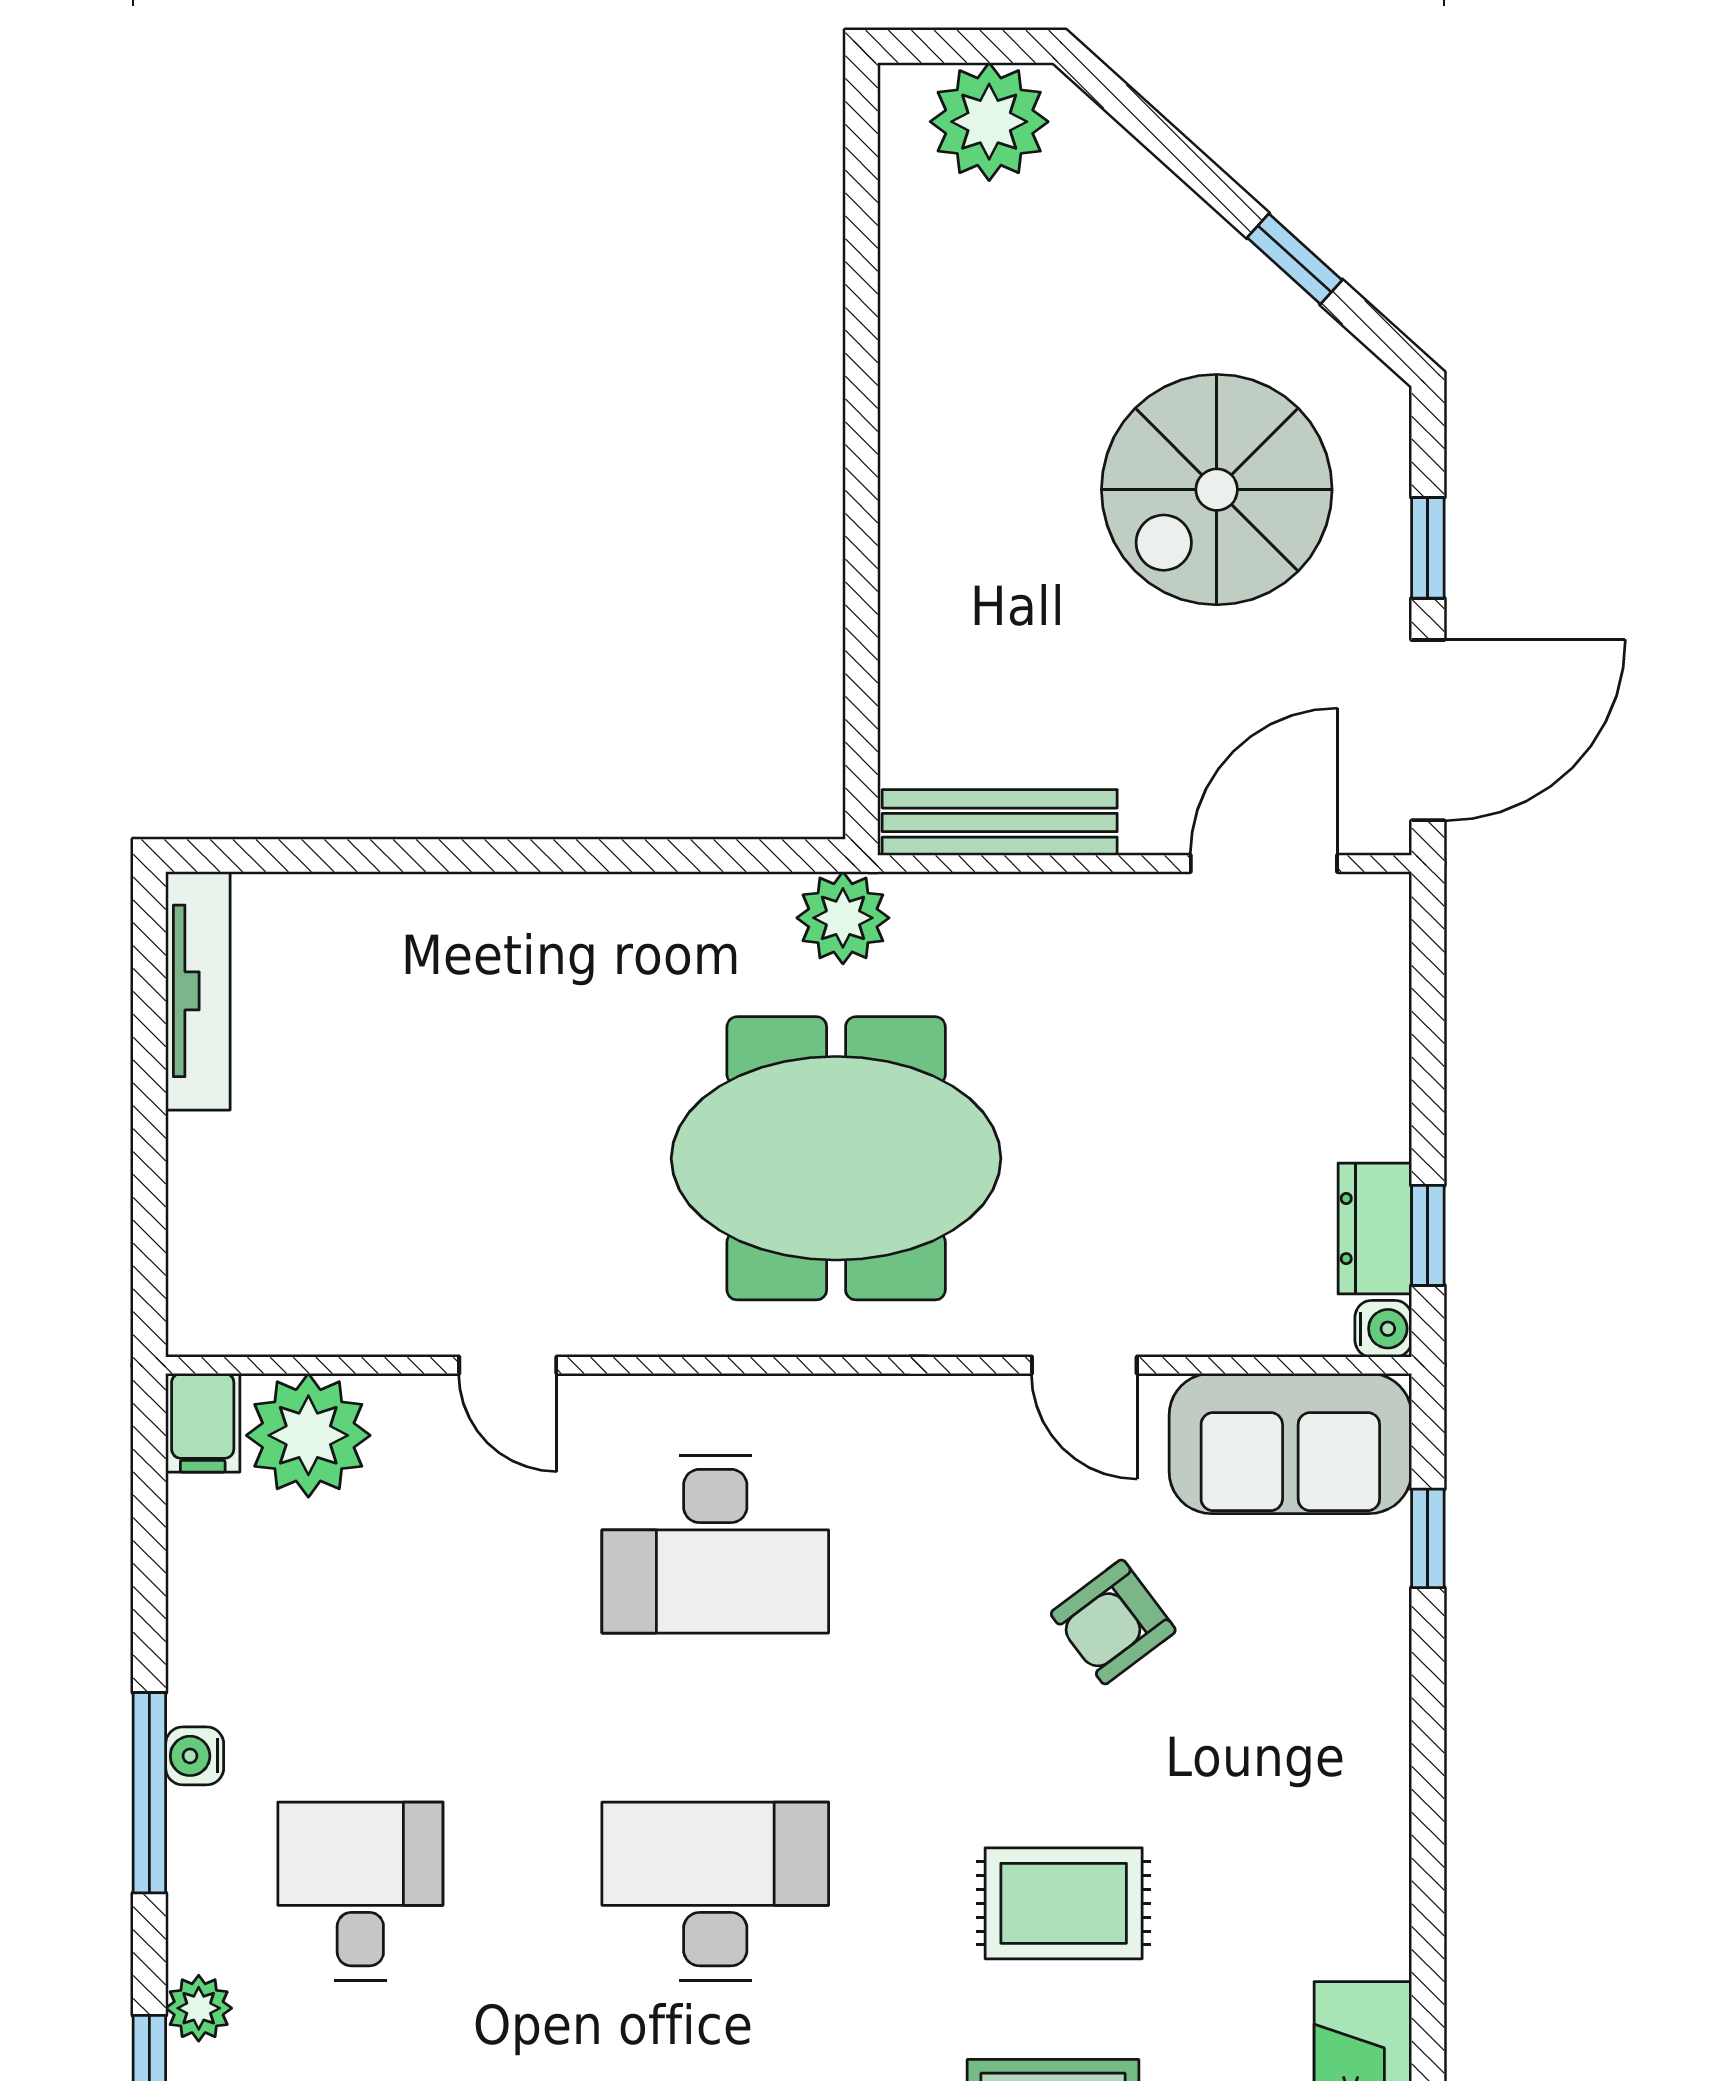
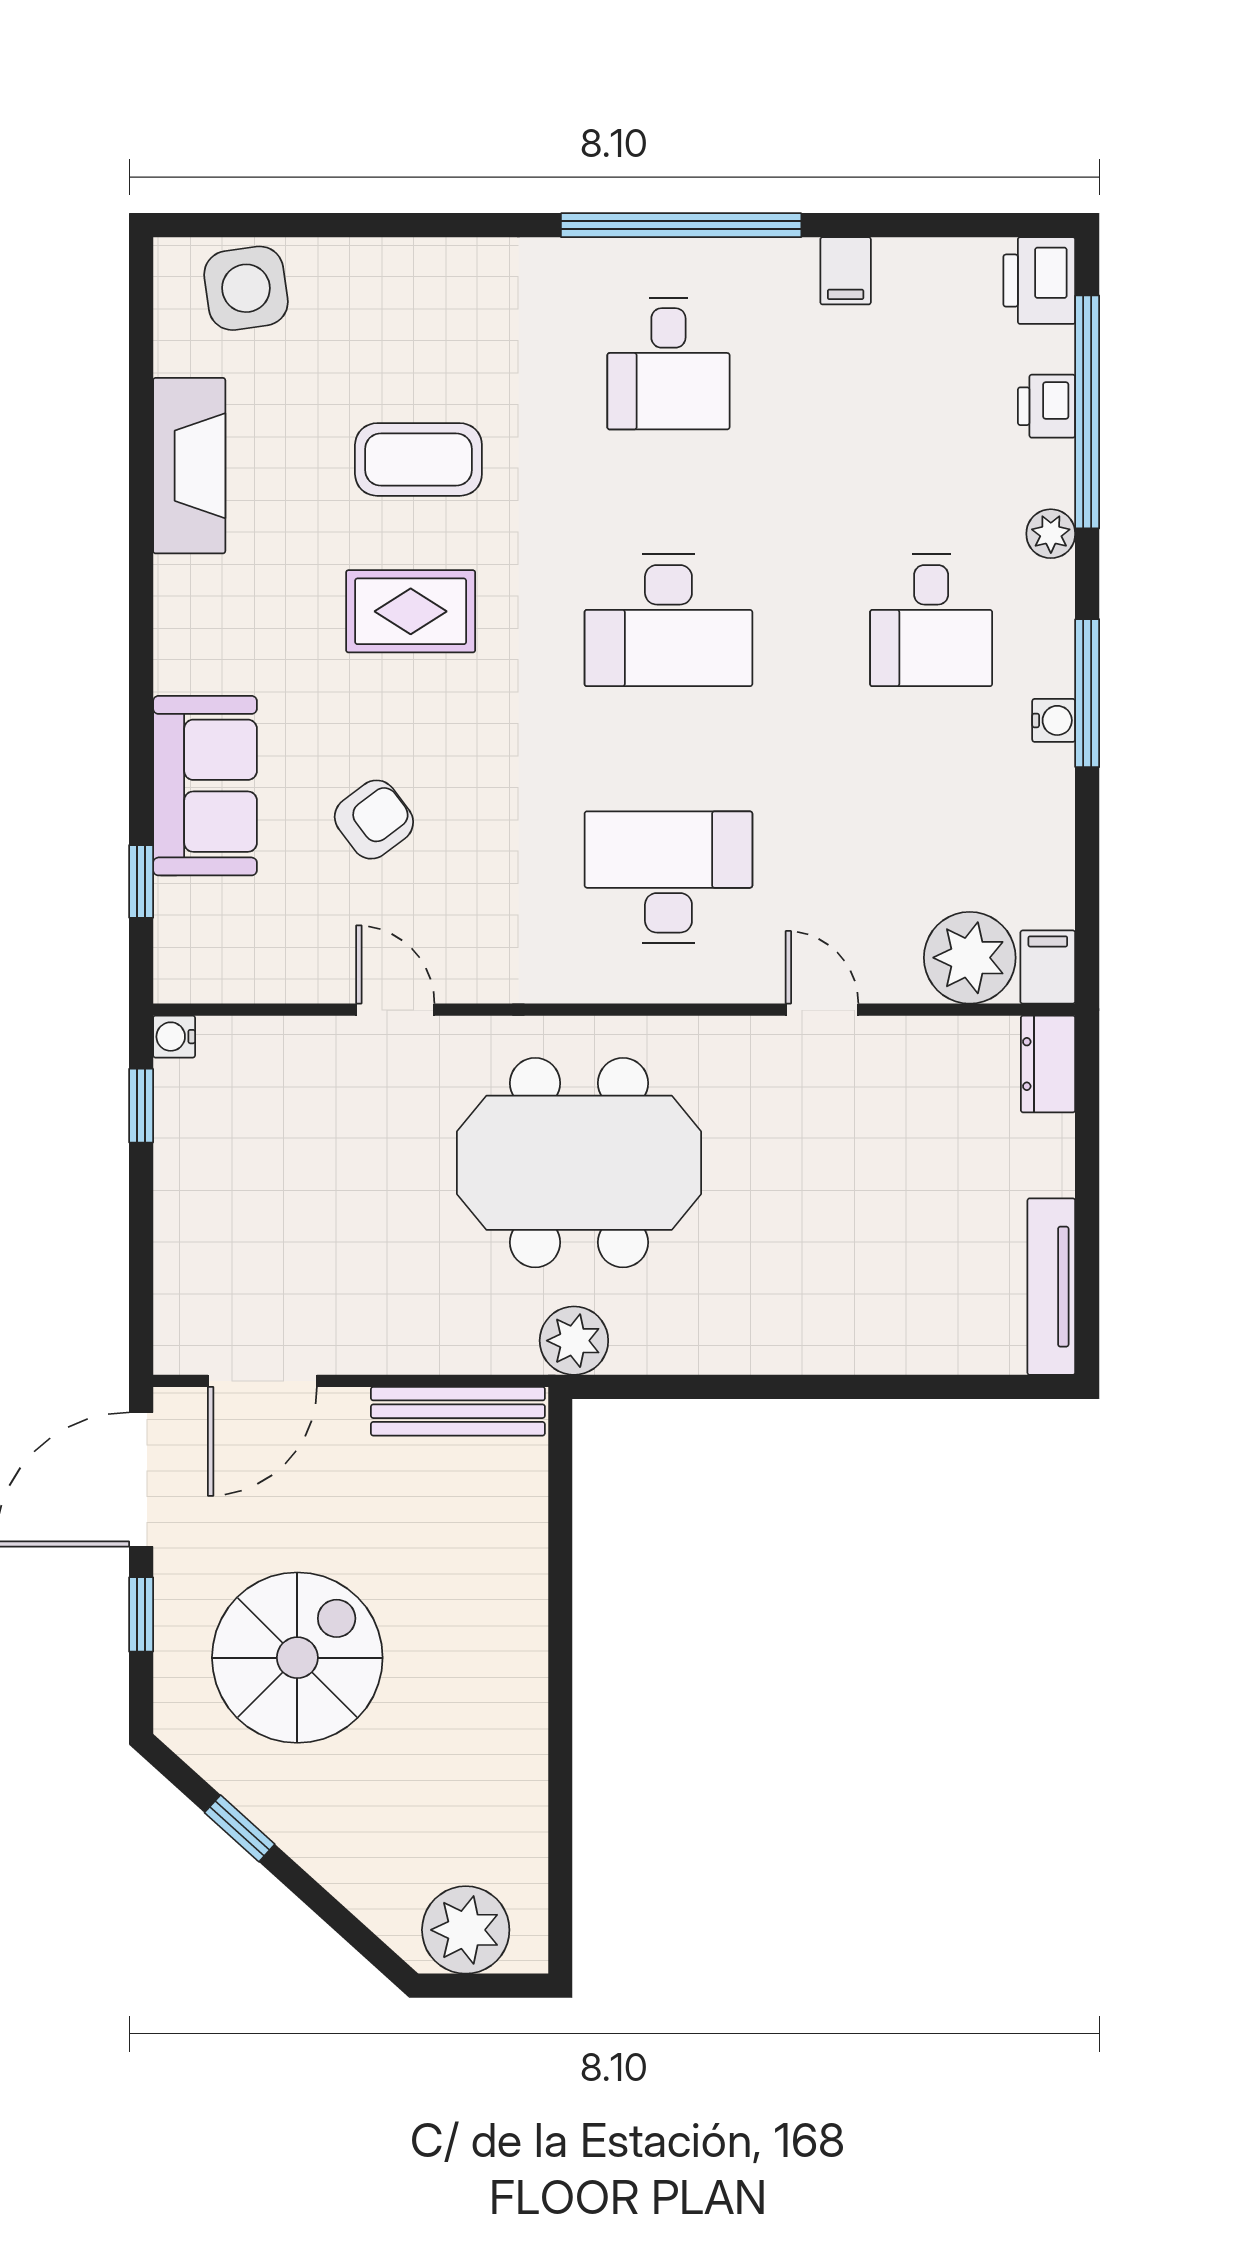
dresser: (1375, 1229) -> (1048, 1064), moved, turned 180
sofa: (1290, 1443) -> (205, 786), moved, turned 90

